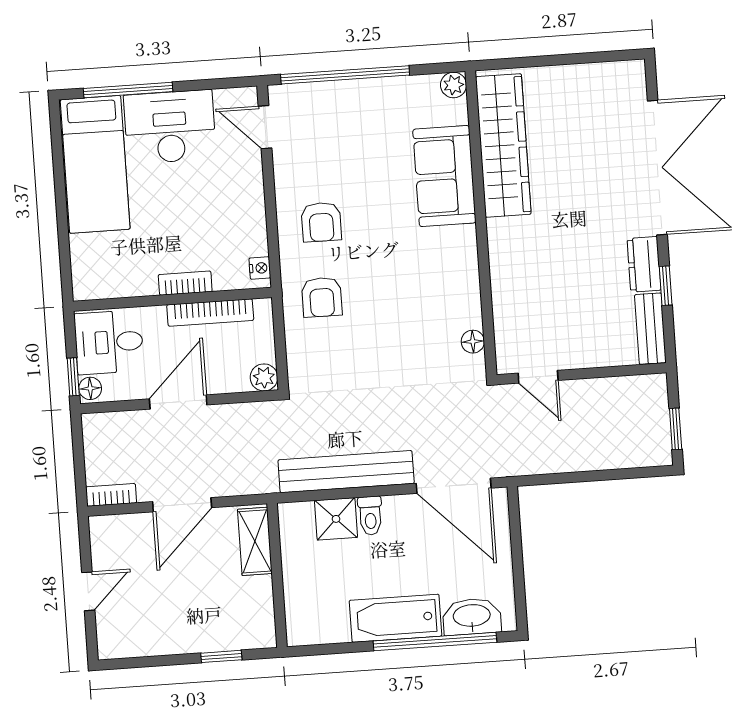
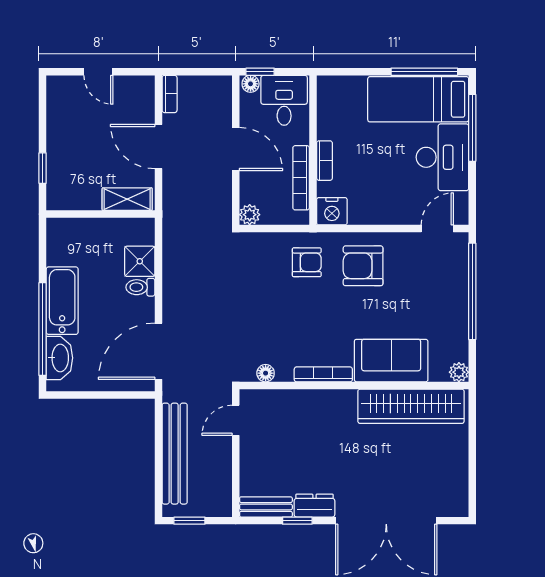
window: (58, 159) -> (424, 72), added
armchair: (321, 222) -> (363, 266), width x1.38, depth x1.38
bookcase: (469, 265) -> (323, 374), added
nightstand: (260, 268) -> (332, 211), width x1.89, depth x1.79
armchair: (322, 297) -> (307, 262), turned 180
bench: (346, 472) -> (175, 454), moved

